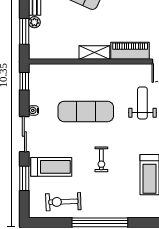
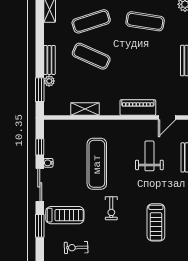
shelving: (94, 52) -> (85, 109), moved
window: (24, 81) -> (40, 147), moved
exercise mat: (86, 111) -> (97, 164), turned 90
exercise bike: (63, 202) -> (76, 248), width x0.73, depth x0.72

